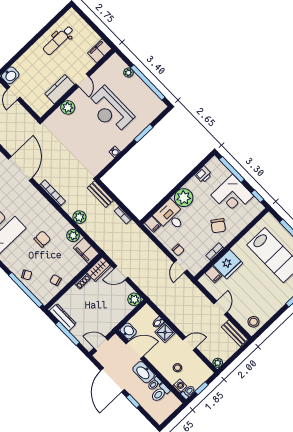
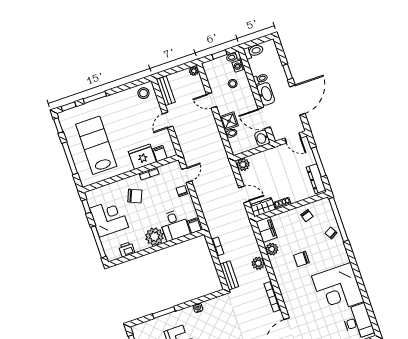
chair: (218, 226) -> (135, 196), turned 77
toilet: (160, 393) -> (254, 51), moved

